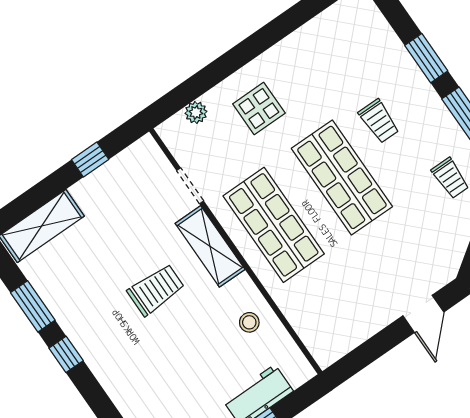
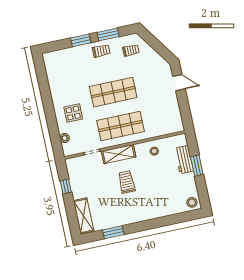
trolley: (379, 121) -> (101, 51), moved
window: (66, 354) -> (137, 227), removed

